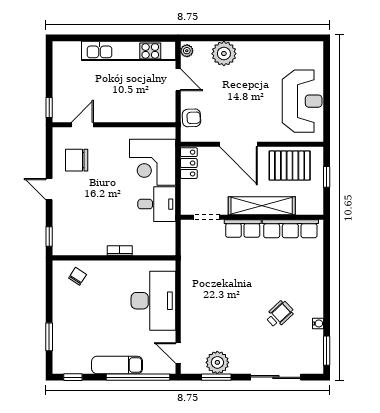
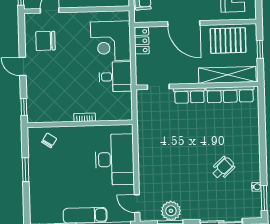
shelving: (262, 206) -> (227, 75), moved
water cooler: (318, 323) -> (256, 187), moved
window: (49, 337) -> (26, 170), moved

